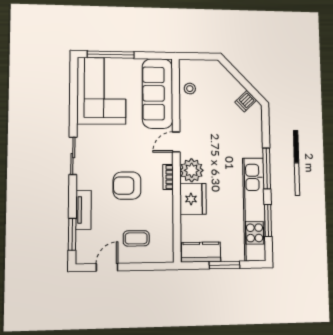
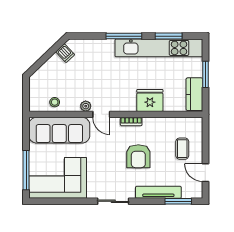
plant: (192, 170) -> (86, 106), moved, width x0.53, depth x0.53
tv unit: (83, 210) -> (158, 192), width x1.41

